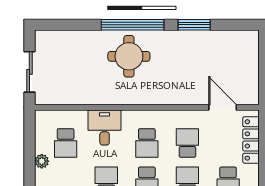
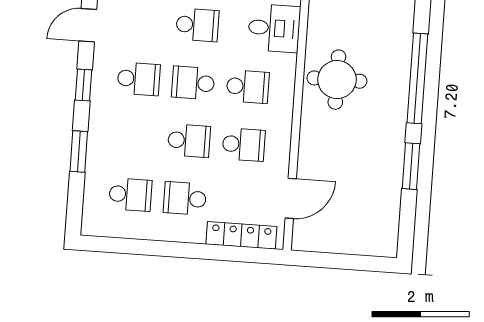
round table: (129, 56) -> (337, 80), moved
school desk: (147, 143) -> (248, 87), turned 180

